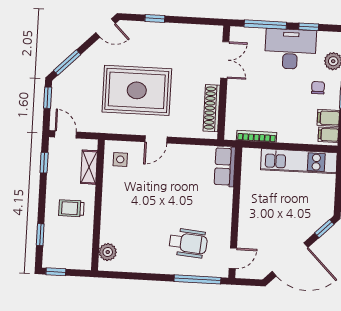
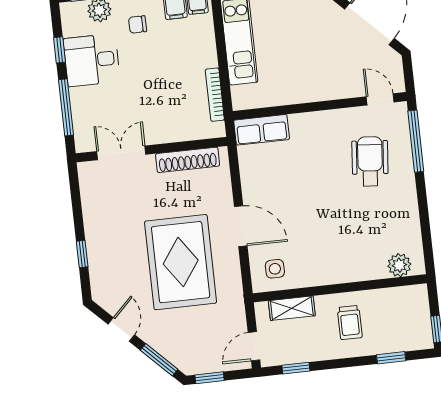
door: (106, 28) -> (121, 330), moved
desk: (290, 49) -> (92, 60), width x0.73
door: (156, 139) -> (241, 226), width x1.38

